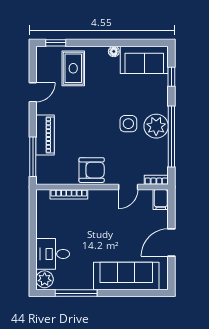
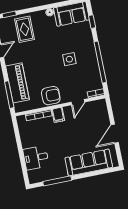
plant: (156, 126) -> (88, 57), removed
piano: (45, 135) -> (18, 83), width x1.37, depth x1.33
filing cabinet: (161, 200) -> (58, 115), moved
plant: (45, 279) -> (34, 176), removed

